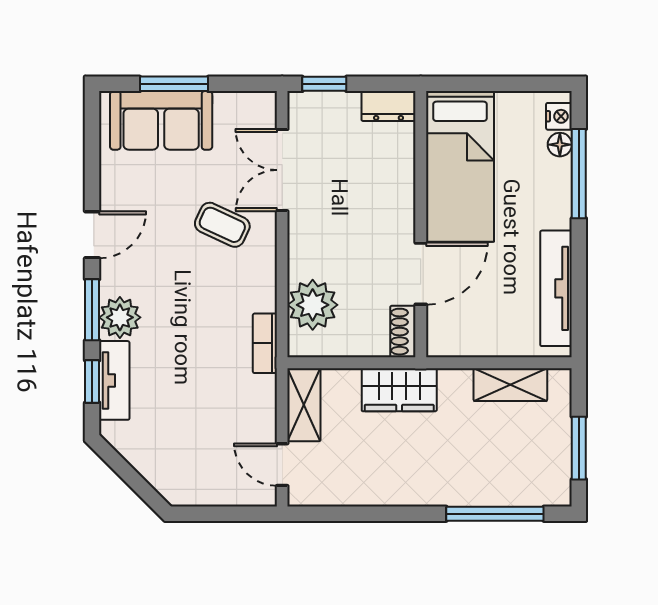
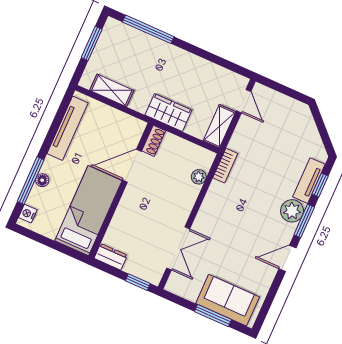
floor lamp: (560, 145) -> (42, 180), moved
coffee table: (222, 225) -> (220, 234), removed
plant: (313, 305) -> (199, 177), width x0.53, depth x0.53

